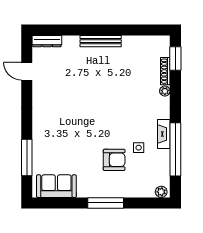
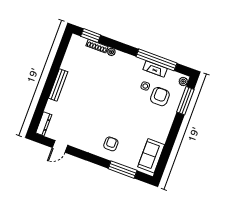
armchair: (53, 132) -> (111, 144), added
fireplace: (164, 134) -> (155, 69), moved
armchair: (114, 160) -> (160, 97), moved
window: (106, 203) -> (185, 101), moved

